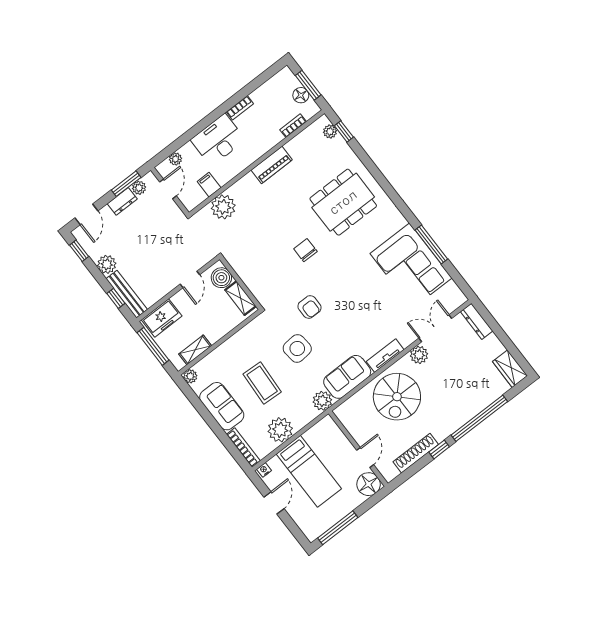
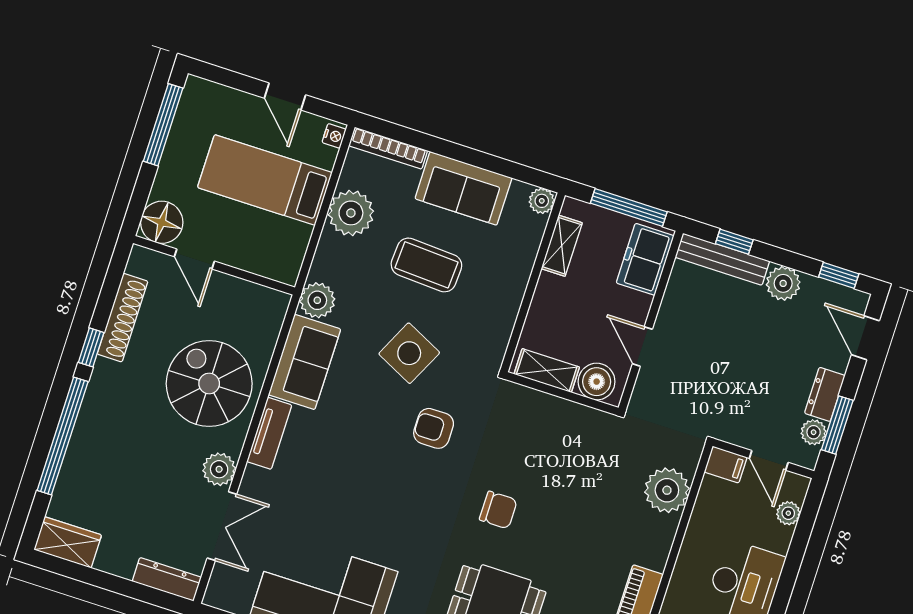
filing cabinet: (209, 185) -> (726, 465), moved
side table: (297, 348) -> (409, 353), turned 32

